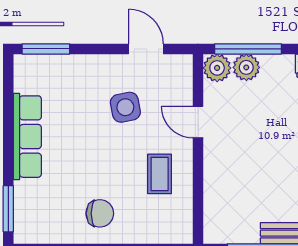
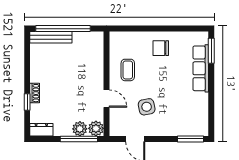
row of seats: (27, 137) -> (201, 68), moved

